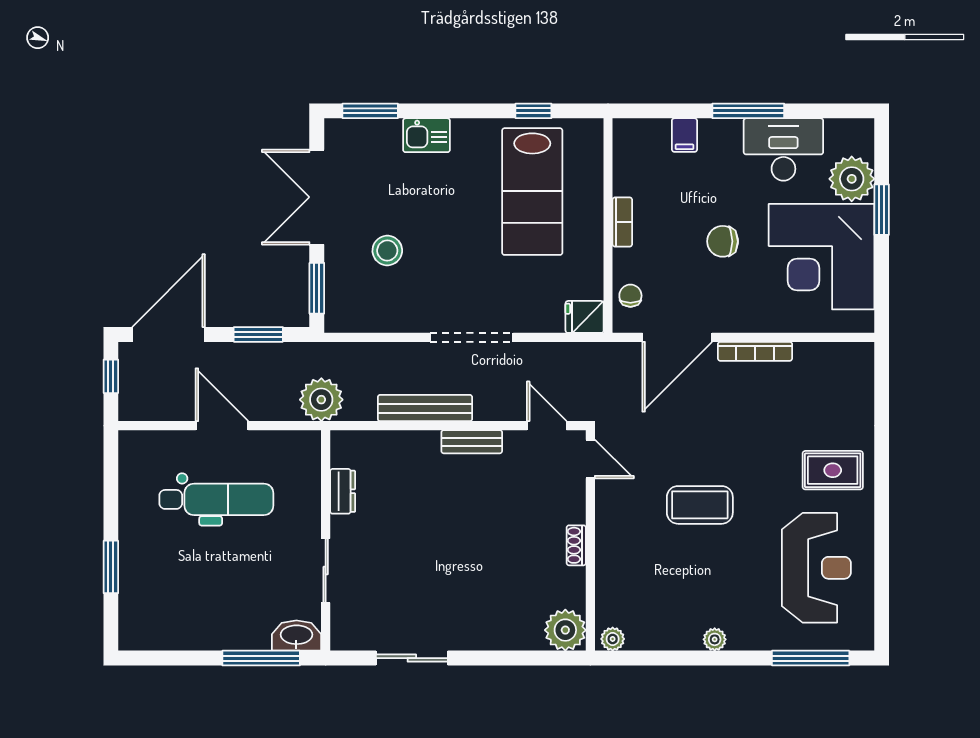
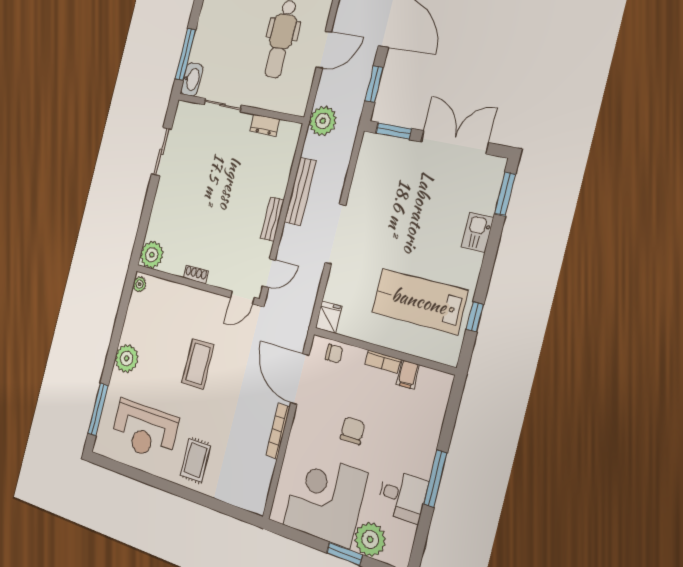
filing cabinet: (684, 135) -> (408, 374), moved, turned -90
desk: (783, 149) -> (402, 496), width x0.73
stool: (387, 251) -> (406, 186), removed
plant: (715, 639) -> (127, 359), width x1.88, depth x1.88

